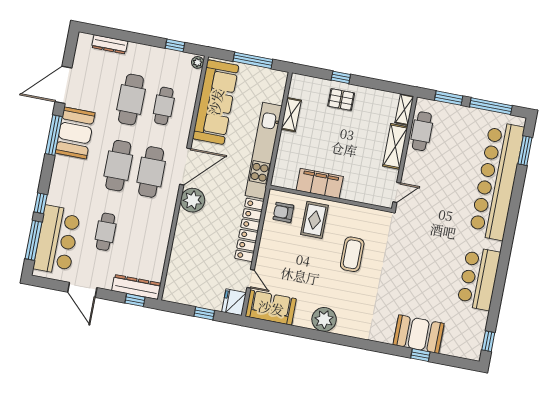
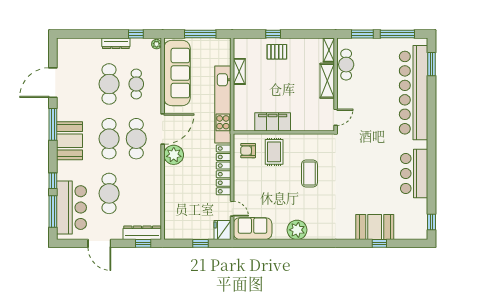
dresser: (110, 44) -> (116, 43), moved
booth: (75, 133) -> (70, 141), moved
cafe table: (106, 232) -> (109, 193), width x1.37, depth x1.35

